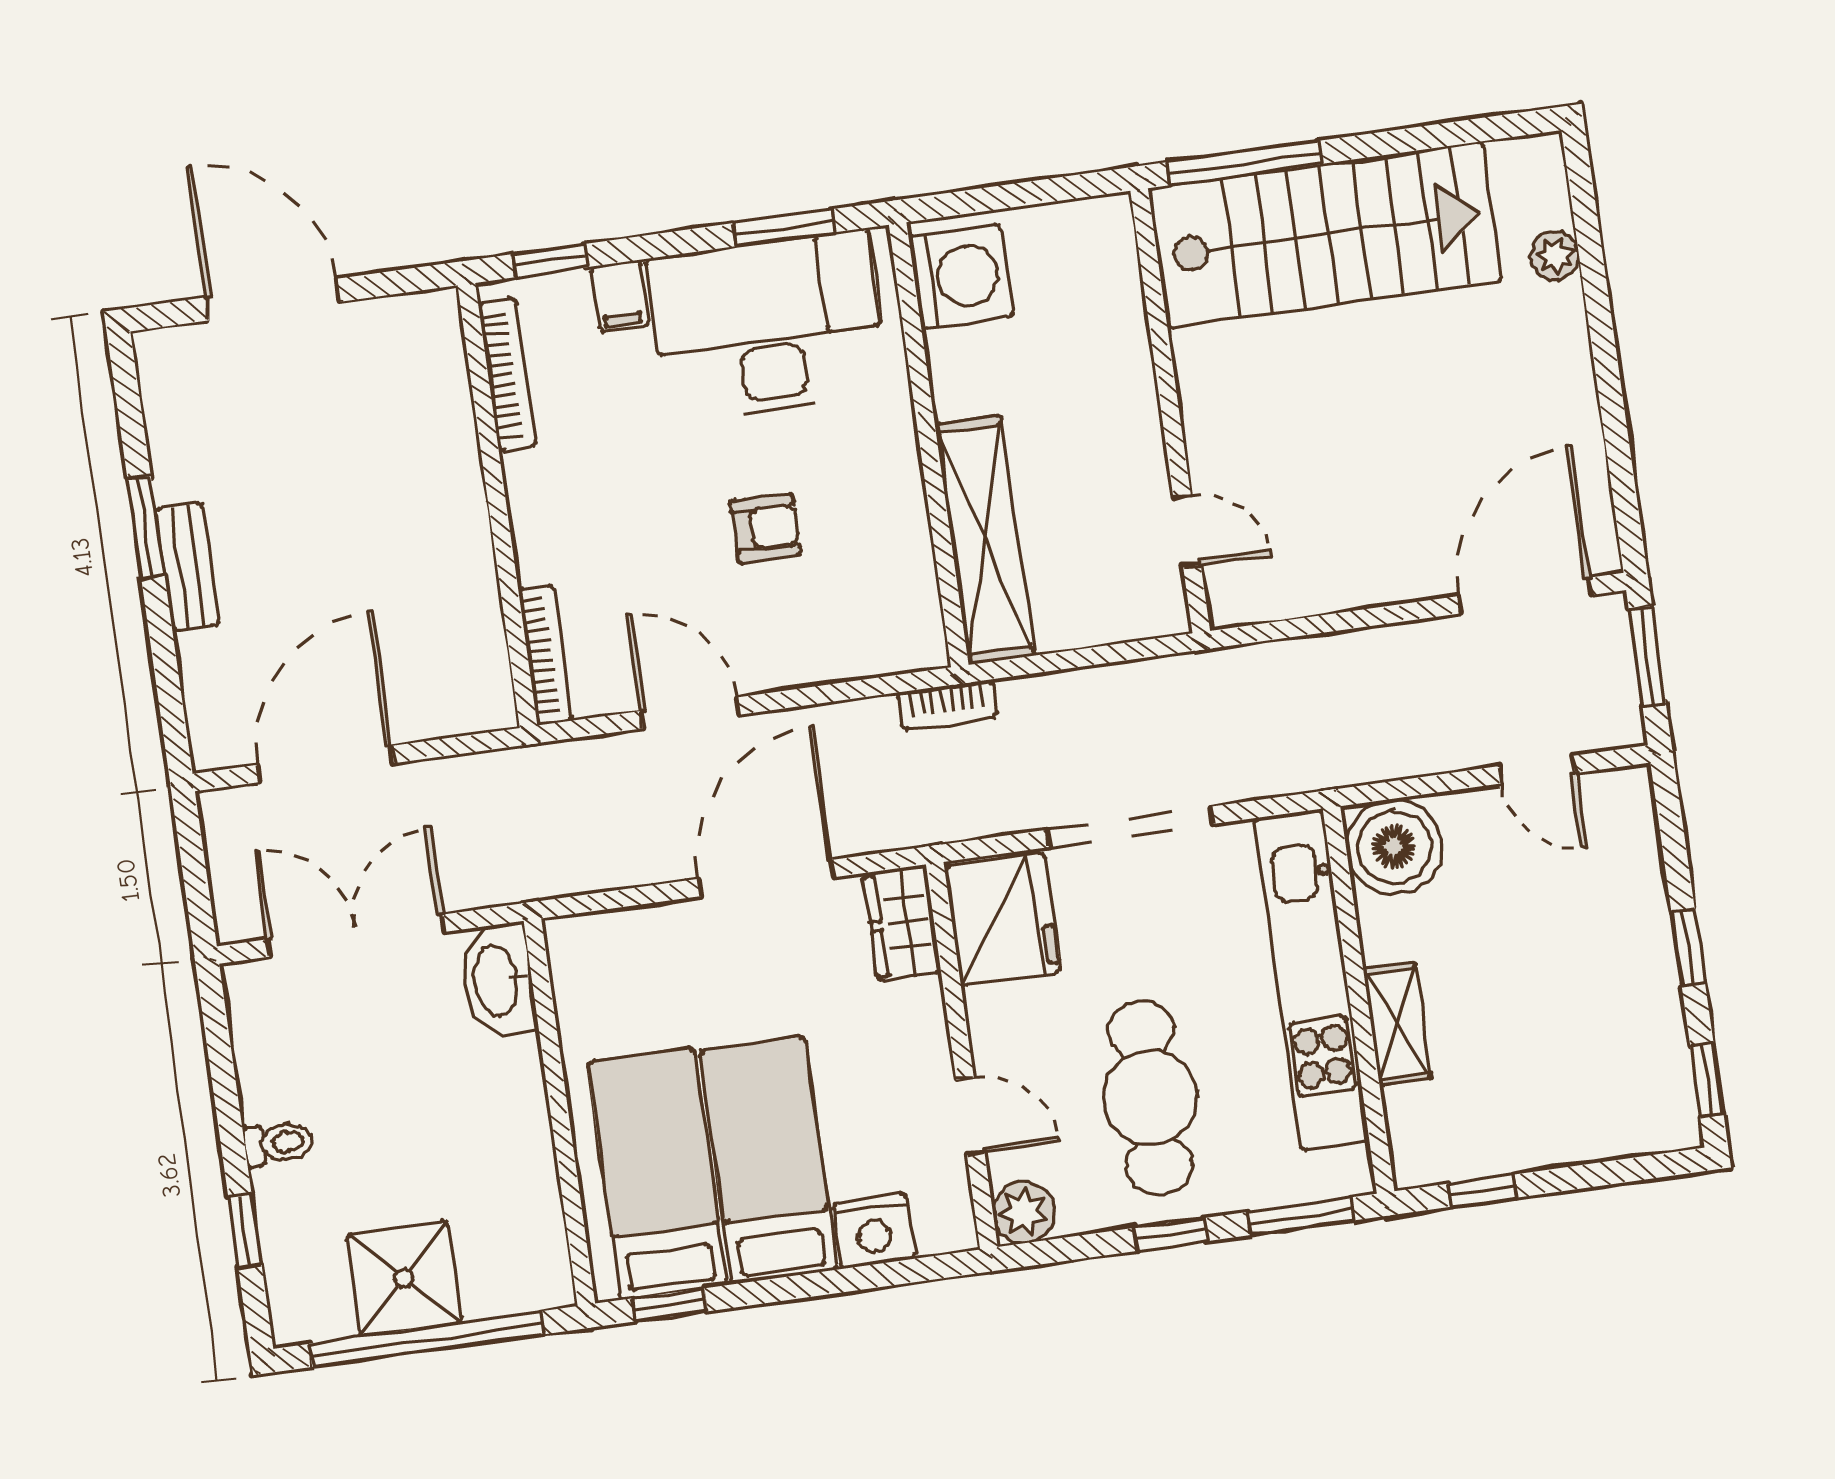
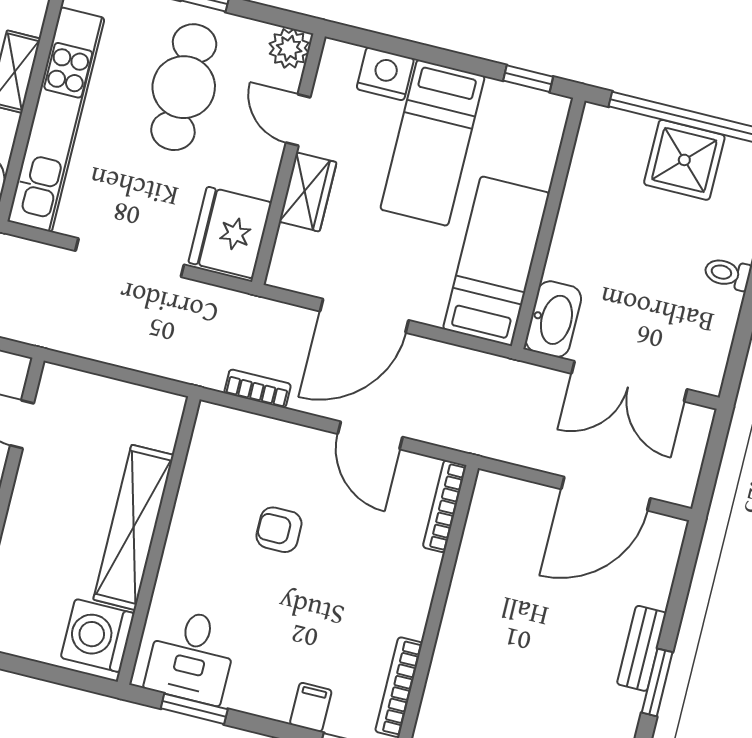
desk: (768, 327) -> (191, 656), width x0.53, depth x0.77
shelving: (984, 540) -> (134, 527), moved
bookcase: (947, 705) -> (258, 389), moved
wardrobe: (902, 923) -> (308, 192), moved
bed: (657, 1174) -> (496, 261), moved, turned 180

